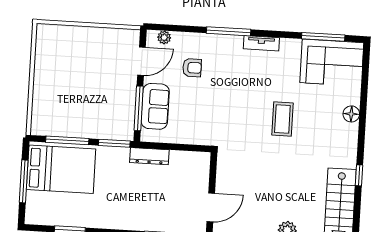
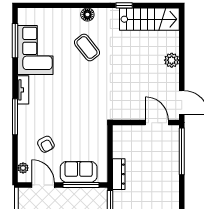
corner sofa: (332, 63) -> (35, 50), moved
armchair: (192, 68) -> (46, 144), turned 152
floor lamp: (351, 114) -> (87, 15), moved
coffee table: (282, 119) -> (87, 48), moved, turned 52

